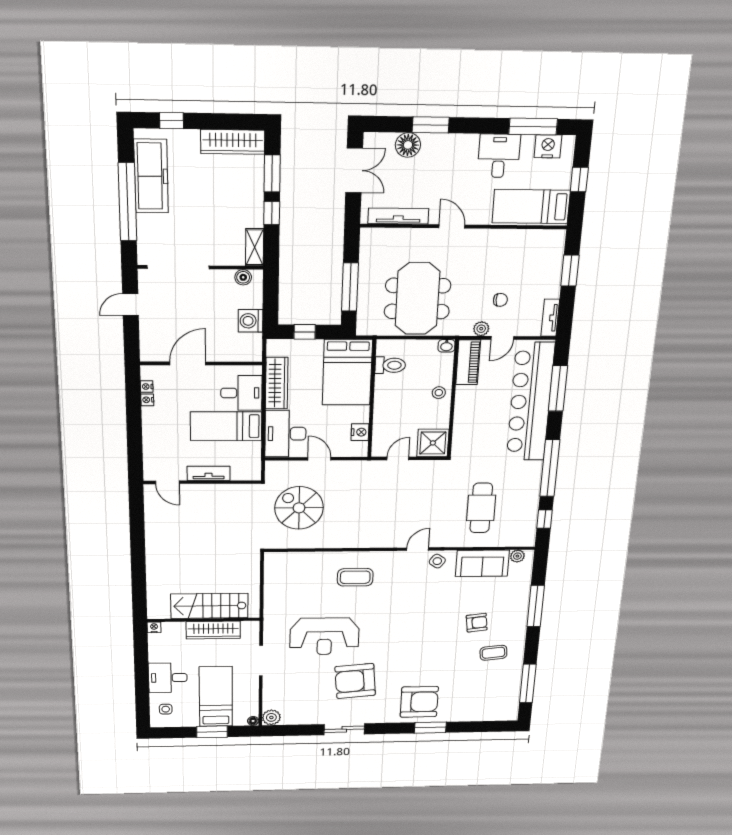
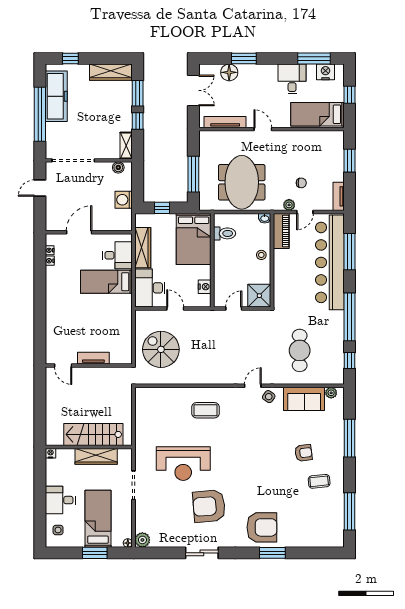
tv unit: (209, 473) -> (93, 358), moved
door: (167, 482) -> (63, 365), moved
wall: (202, 482) -> (89, 365), moved

